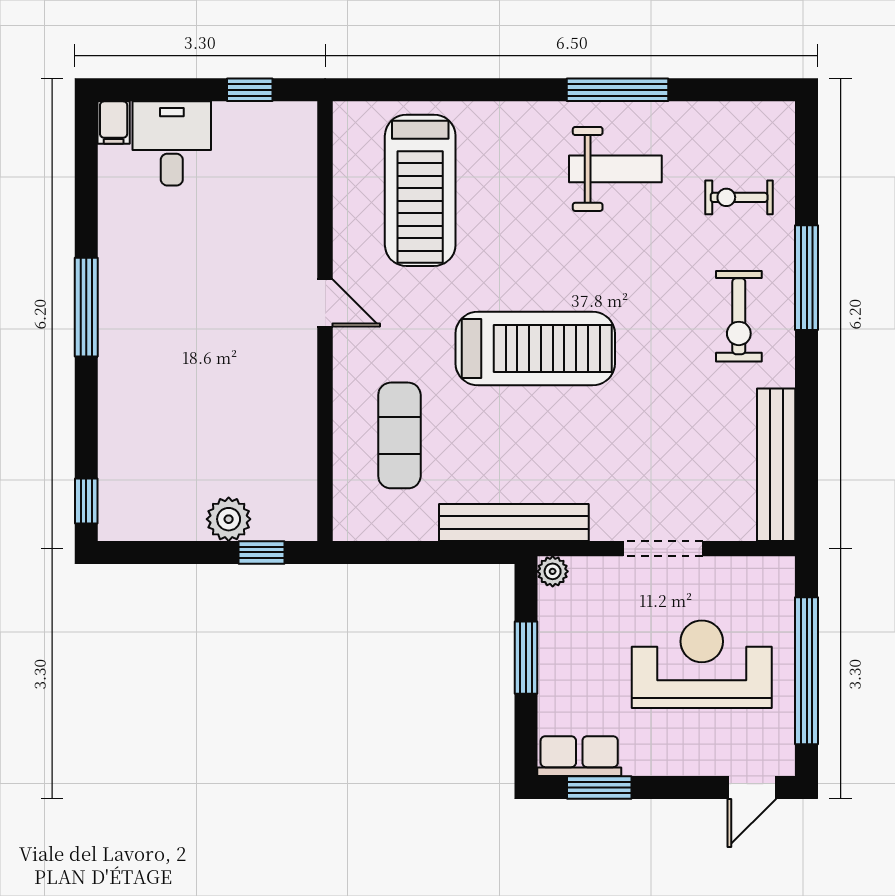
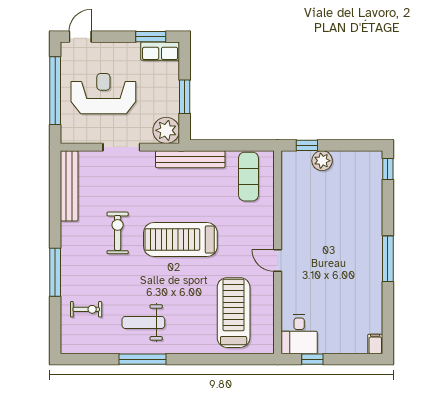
desk: (172, 143) -> (299, 334), moved
exercise bike: (739, 316) -> (118, 233), moved
exercise mat: (399, 435) -> (249, 177), moved
plant: (553, 571) -> (166, 130), width x1.88, depth x1.88
reception desk: (702, 664) -> (103, 94), turned 180

